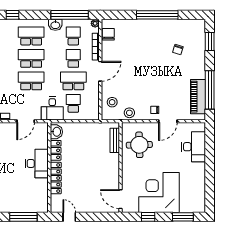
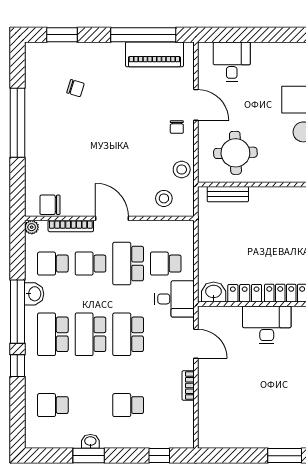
window: (70, 15) -> (17, 312), moved
desk: (194, 147) -> (232, 62), width x0.73

